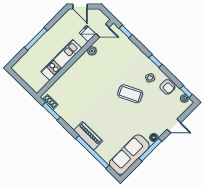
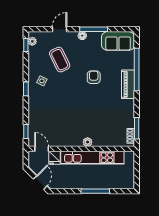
plant: (92, 51) -> (88, 142), moved
kitchen unit: (61, 60) -> (92, 158), width x1.36
armchair: (167, 87) -> (94, 77), moved
coffee table: (130, 94) -> (60, 60), moved
door: (174, 126) -> (60, 29), hinge flipped
sofa: (129, 155) -> (118, 41), width x0.73

